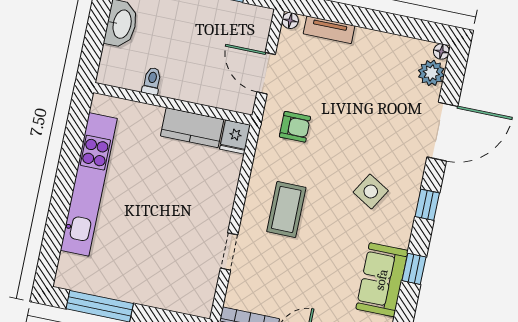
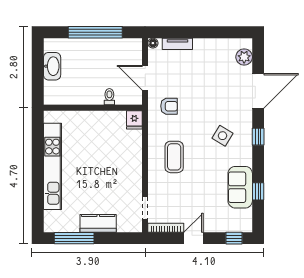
floor lamp: (441, 51) -> (247, 43), removed
toilet: (152, 81) -> (109, 97), moved
kitchen counter: (192, 128) -> (98, 223), moved, turned 180
doorway: (229, 252) -> (145, 208), moved
window: (414, 269) -> (258, 191), moved

